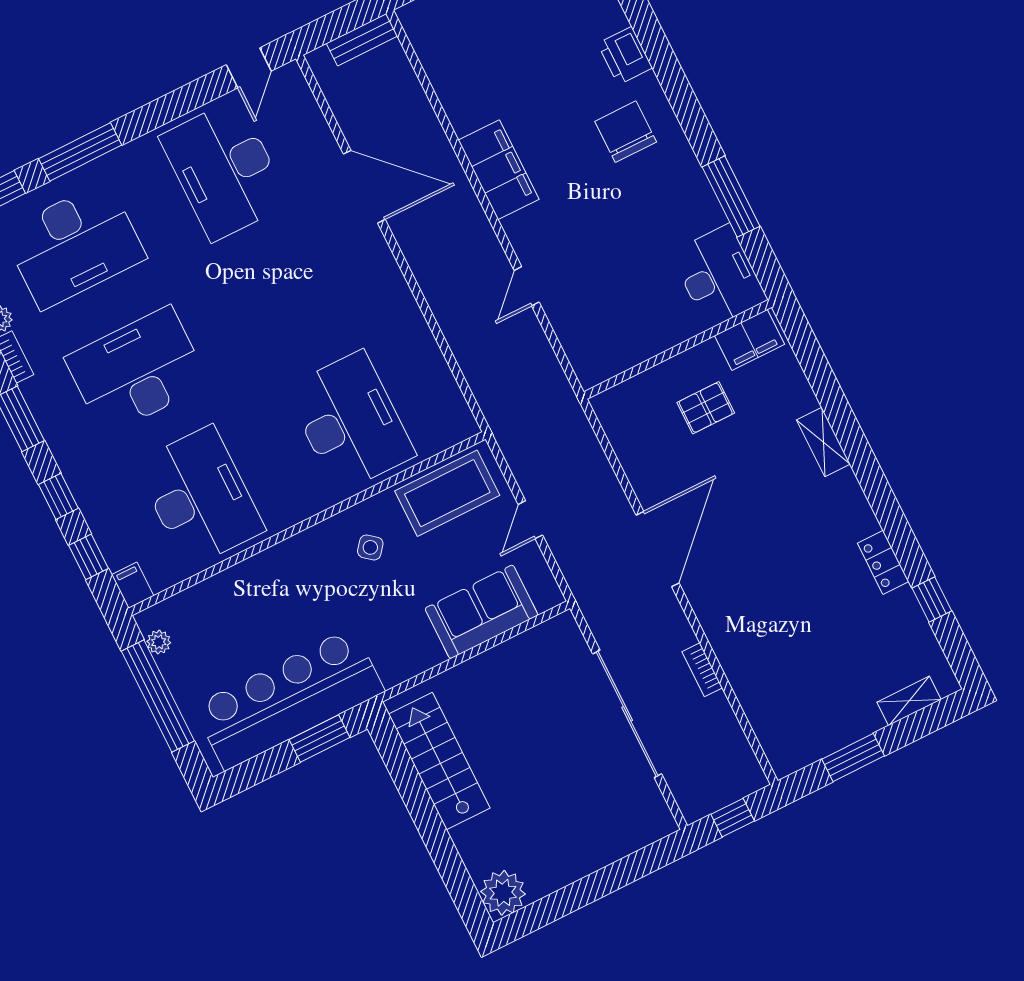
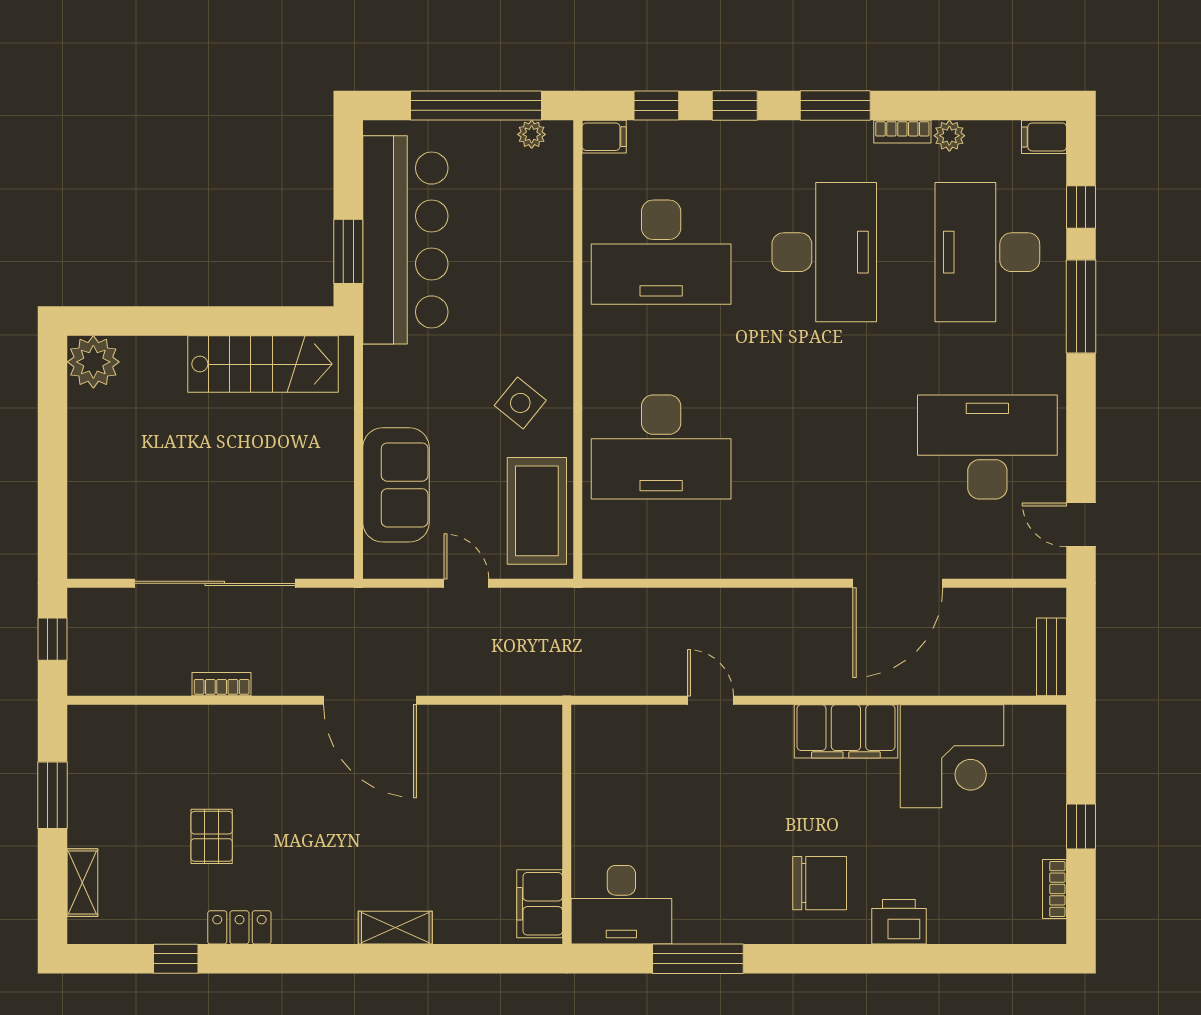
corner desk: (477, 78) -> (952, 756), added
pallet: (706, 408) -> (212, 836), moved
side table: (370, 547) -> (520, 403), width x1.37, depth x1.37

